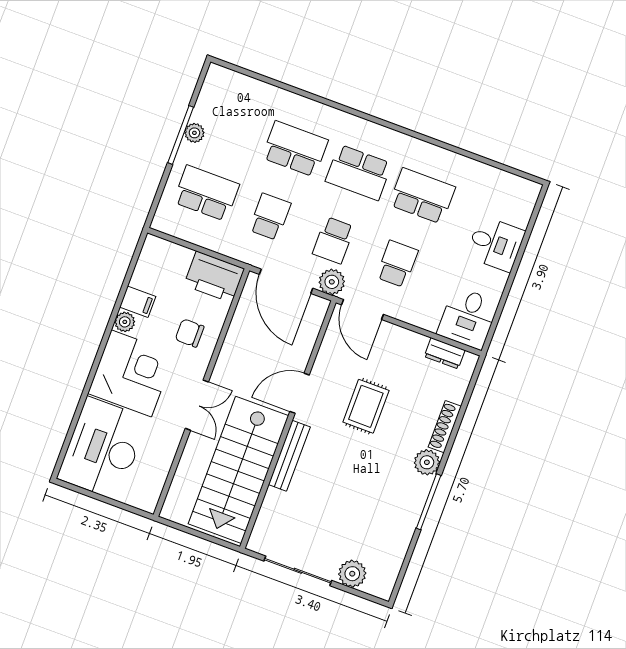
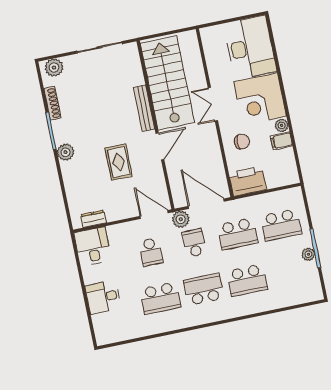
school desk: (270, 217) -> (238, 234), width x1.85
shoe rack: (445, 427) -> (52, 103), moved
plant: (352, 574) -> (54, 68), moved

